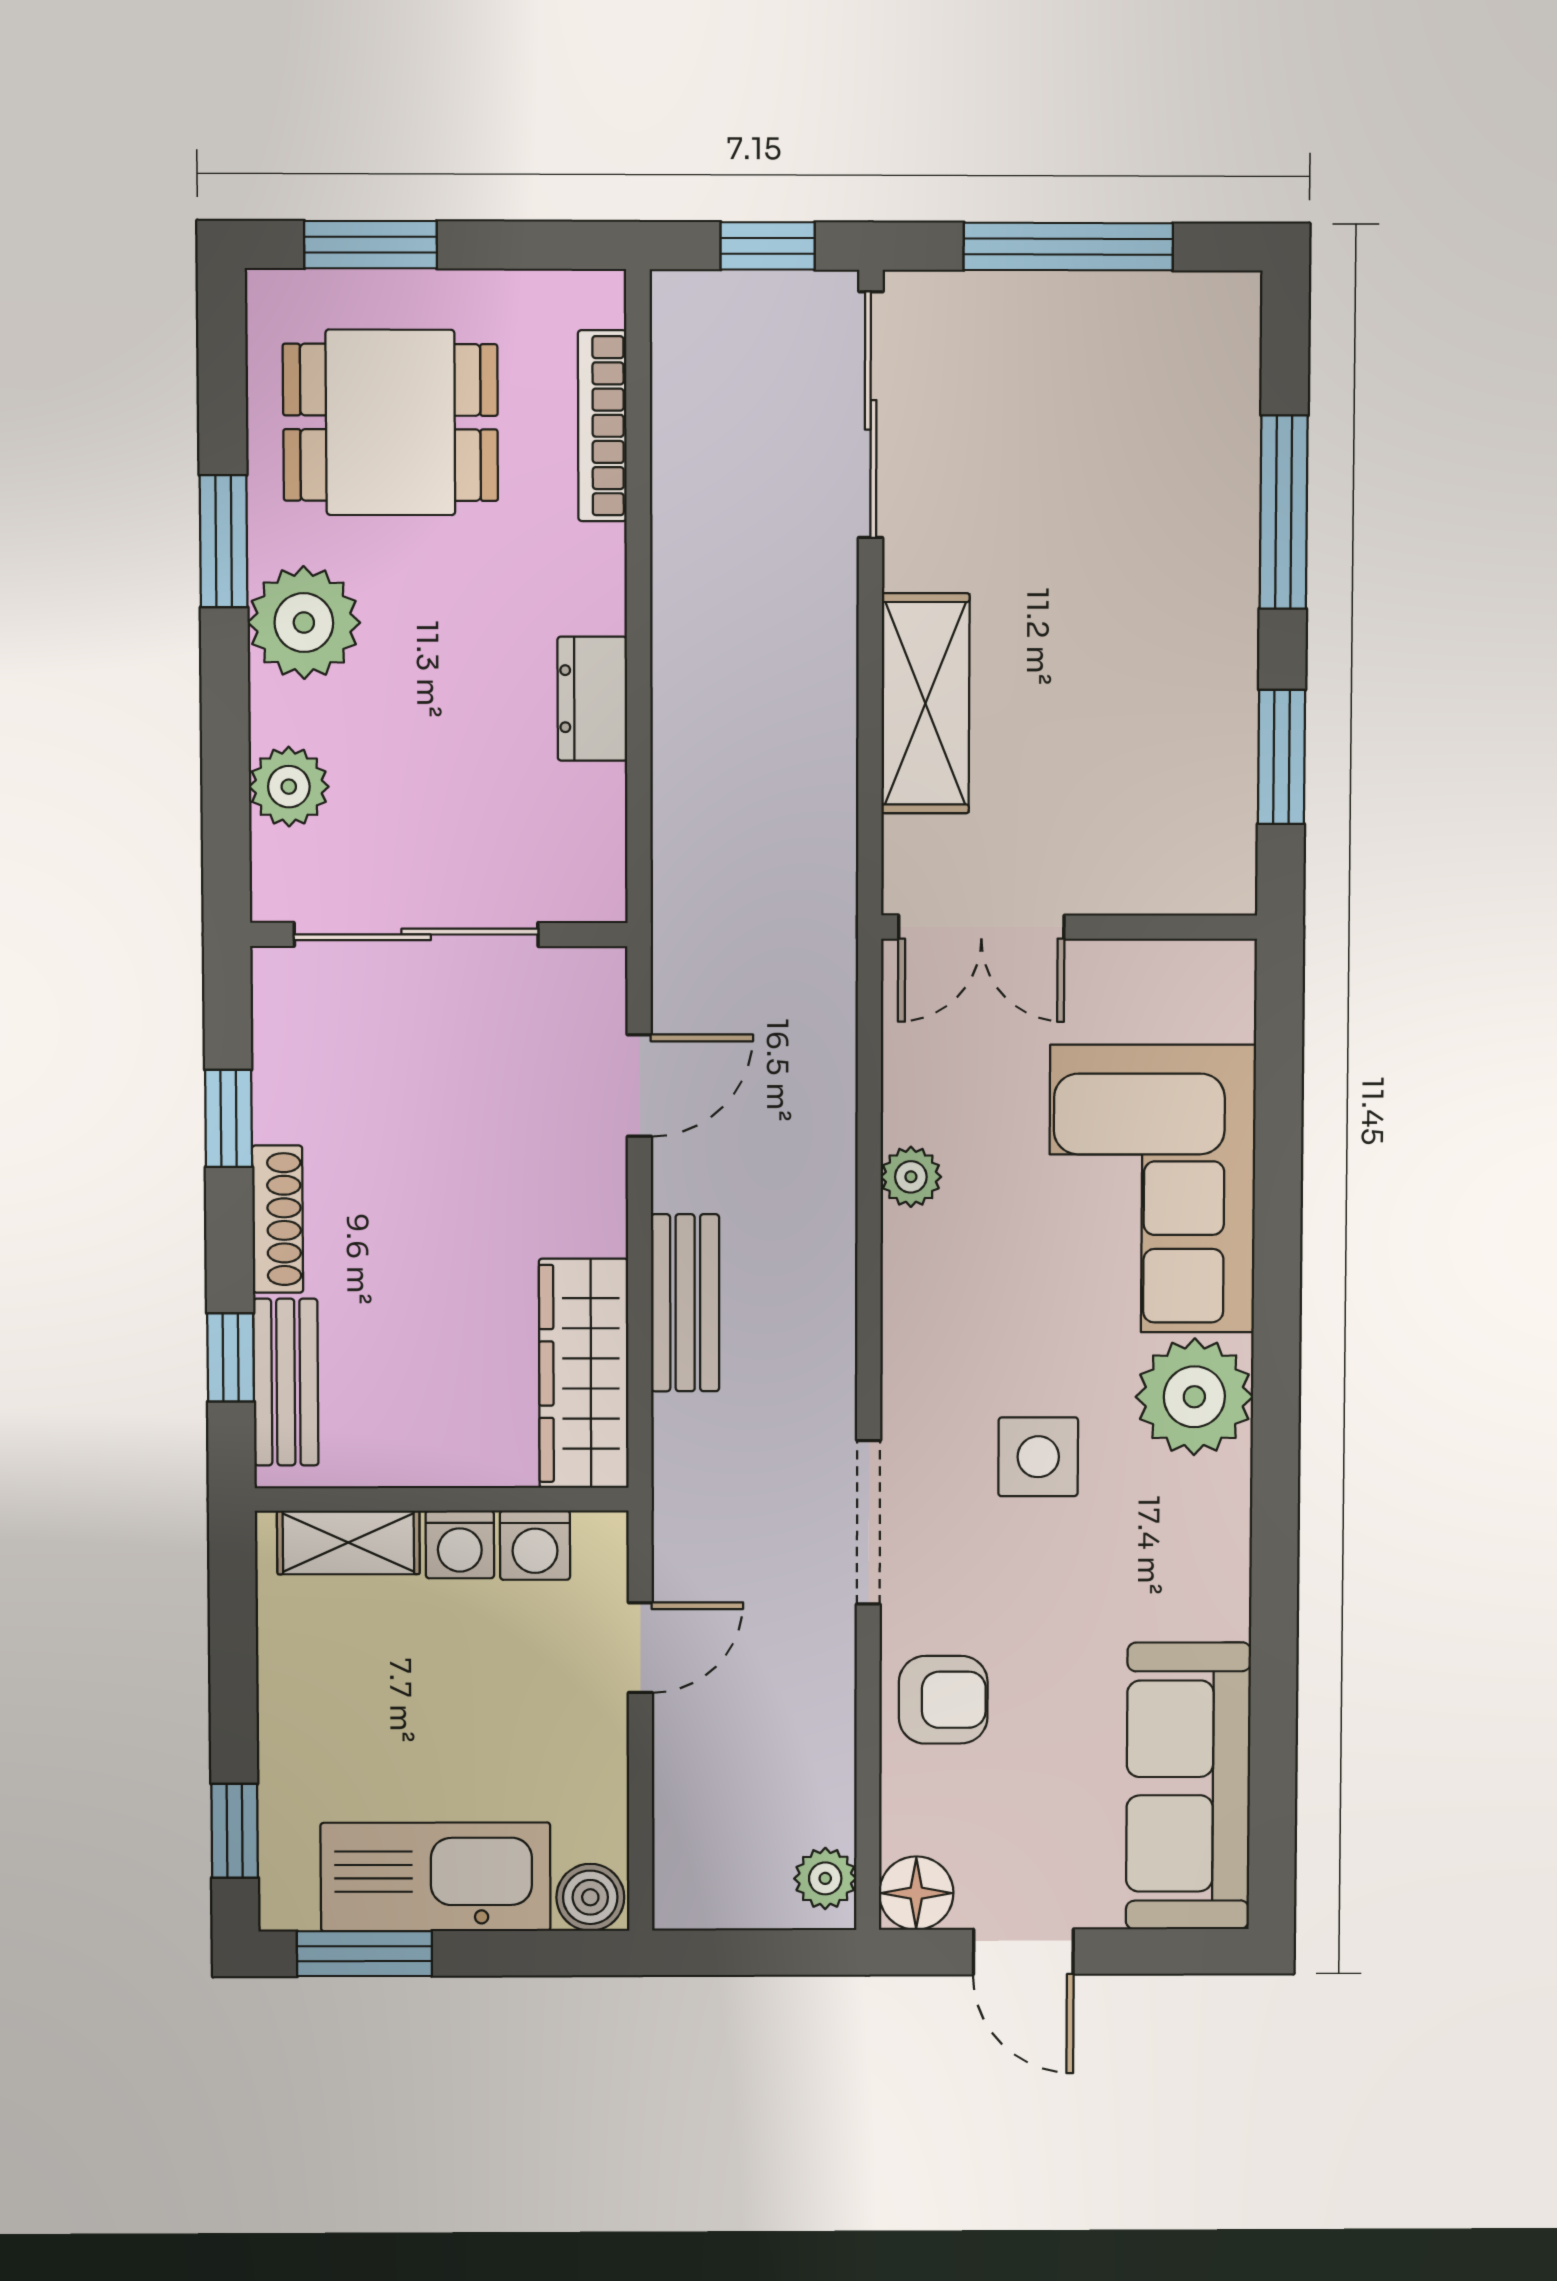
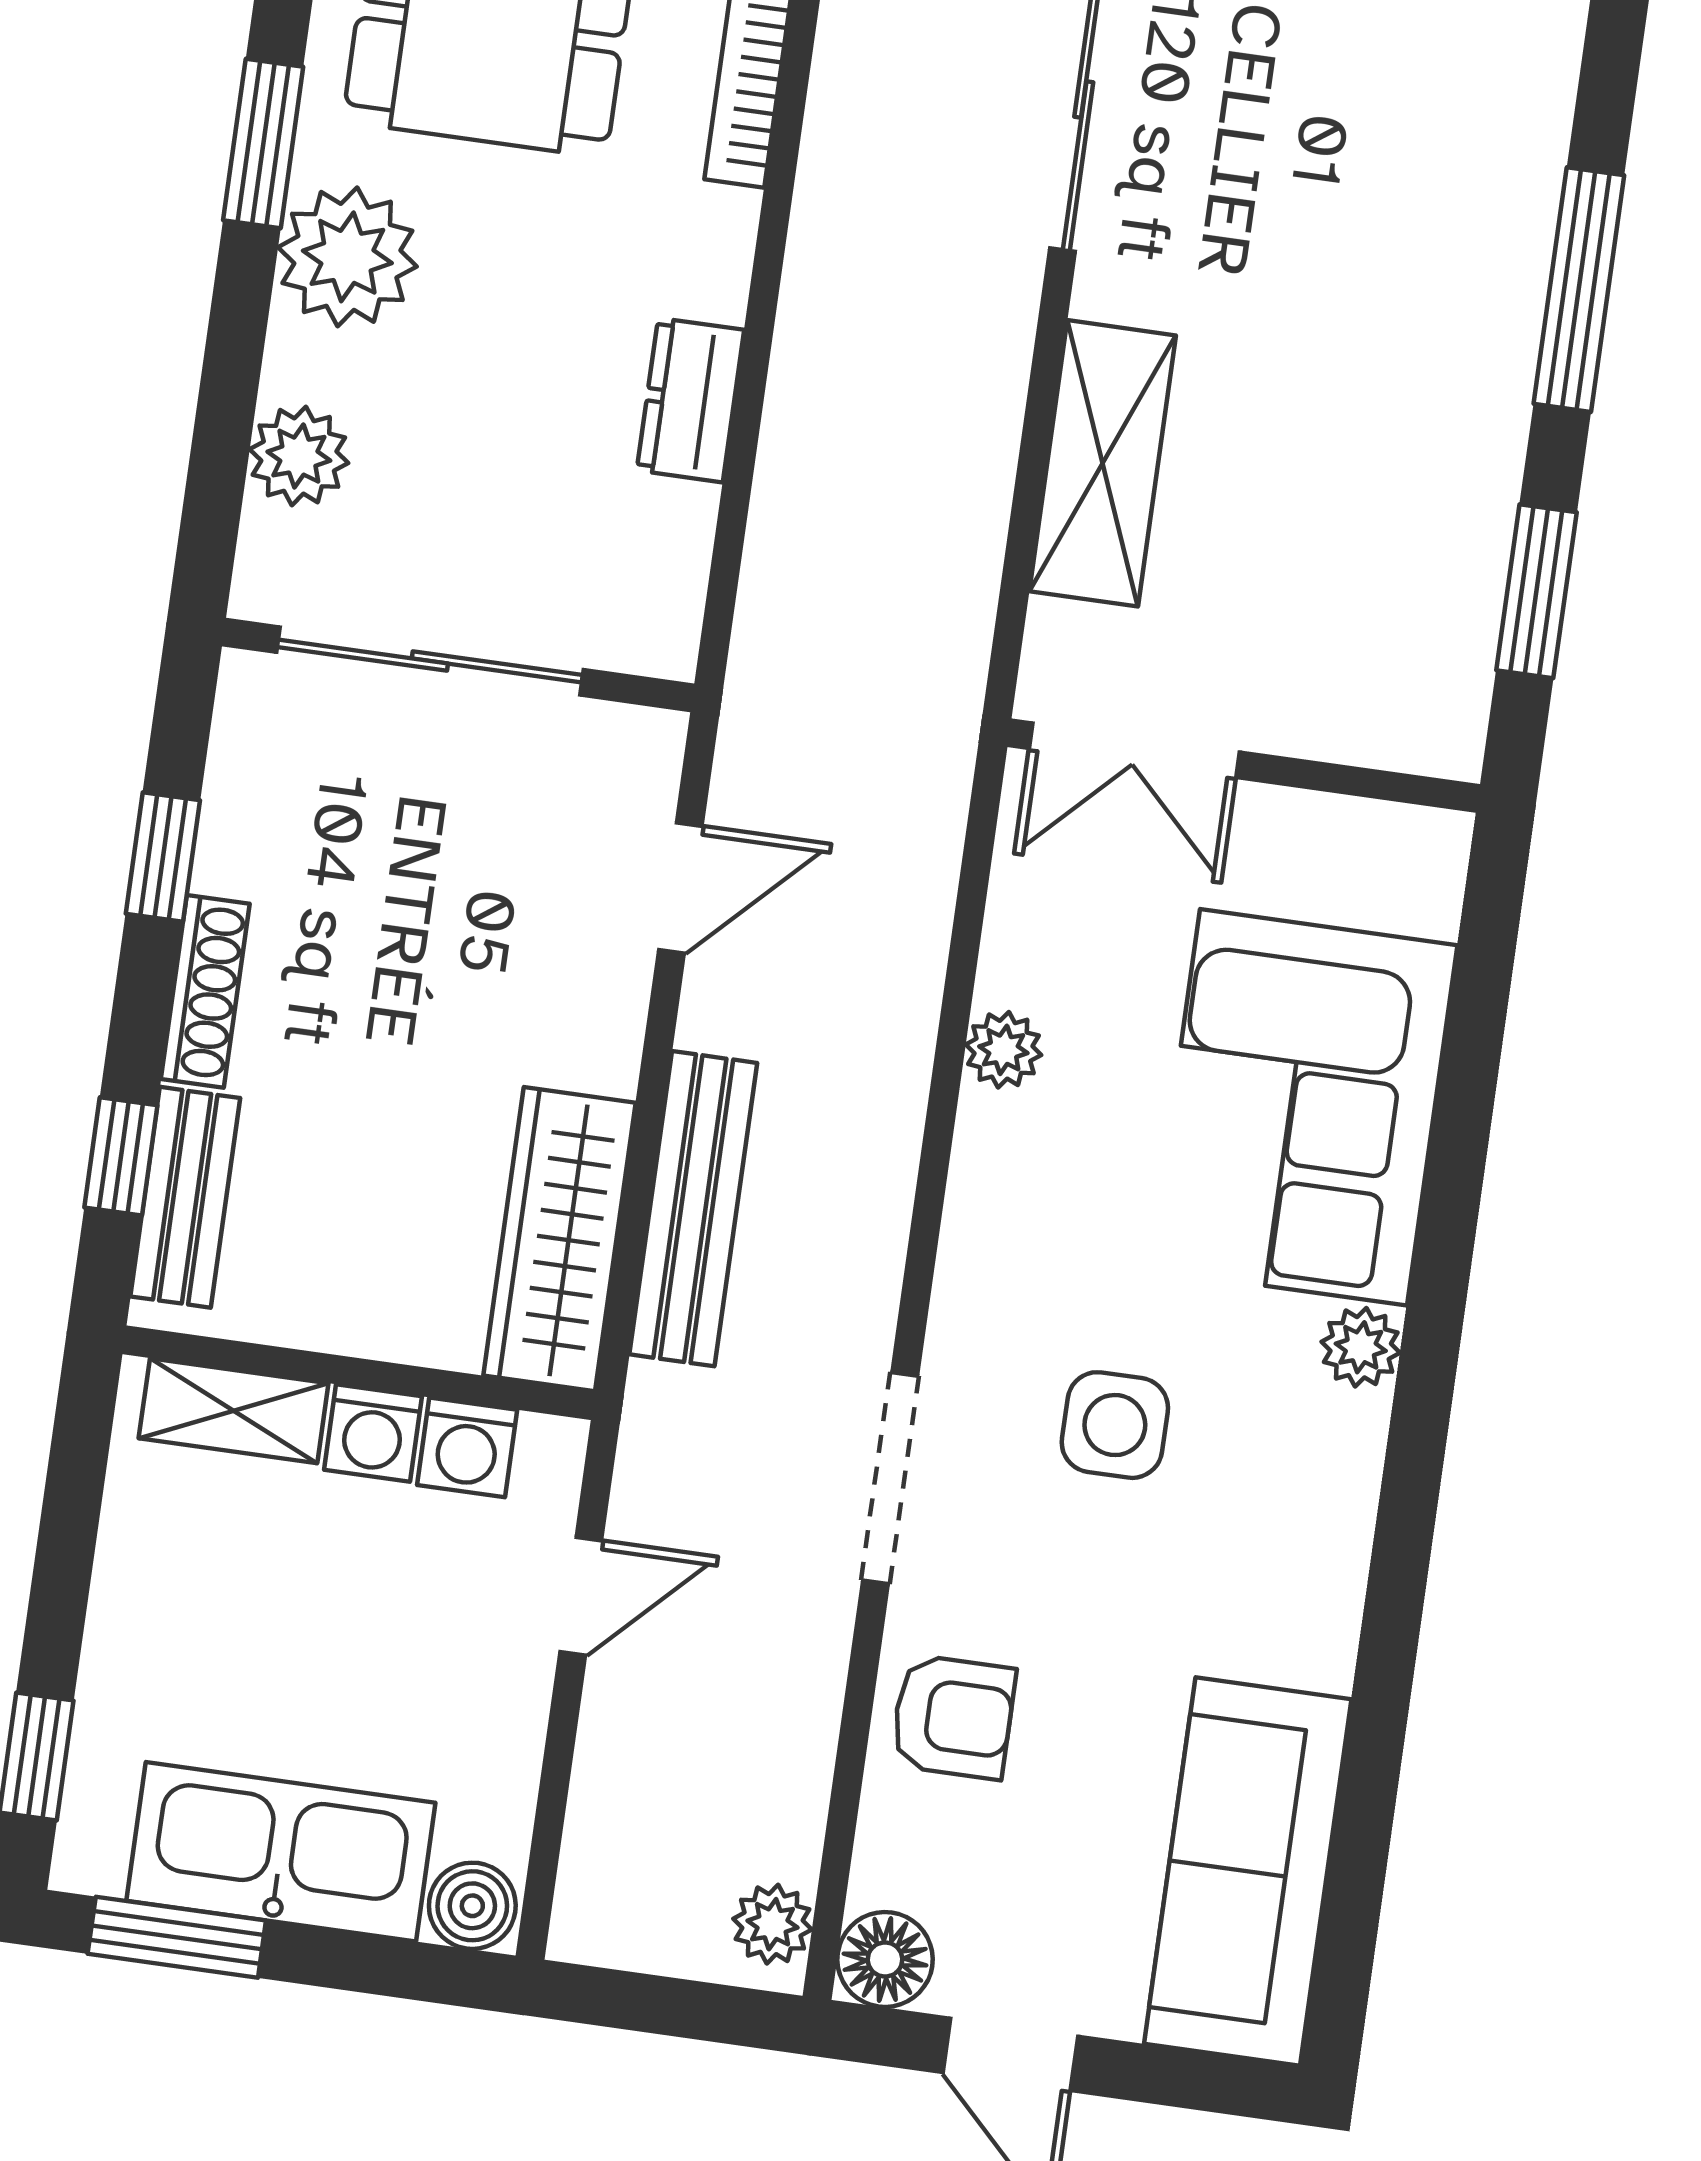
bench: (685, 1303) -> (693, 1209), width x1.36
plant: (1194, 1397) -> (1361, 1347), width x0.53, depth x0.53

